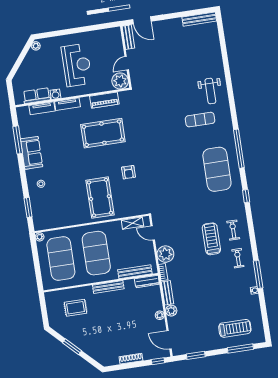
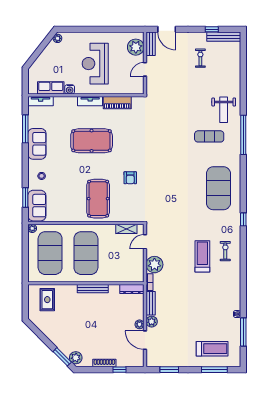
window: (186, 14) -> (212, 29), added
reception desk: (77, 65) -> (95, 64), turned 180
plant: (120, 81) -> (136, 47), moved
tv unit: (67, 104) -> (90, 101), moved
tv unit: (42, 108) -> (41, 101), moved
pool table: (103, 133) -> (92, 141), moved
window: (239, 149) -> (243, 135), moved
sofa: (41, 214) -> (37, 206), added
door: (153, 233) -> (145, 242), hinge flipped
exercise bike: (238, 258) -> (200, 58), moved
bench: (135, 272) -> (121, 277), removed
window: (258, 274) -> (243, 332), moved
rug: (76, 308) -> (47, 300), moved, turned 90
door: (169, 340) -> (145, 340), moved
window: (72, 347) -> (62, 357), moved
plant: (102, 358) -> (76, 358), added
window: (158, 361) -> (120, 370), moved

